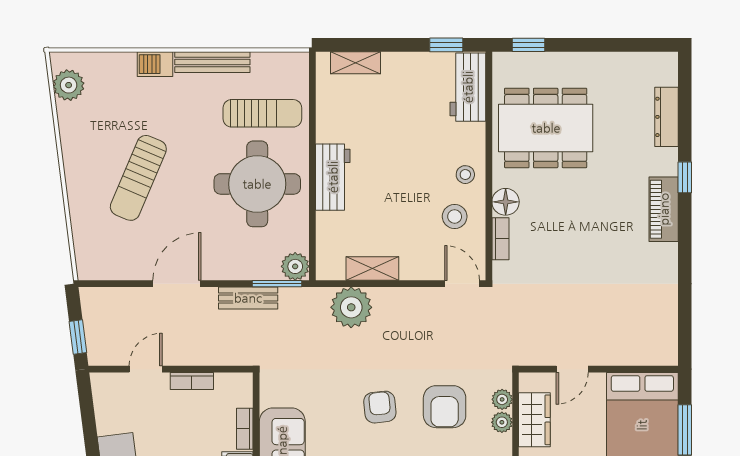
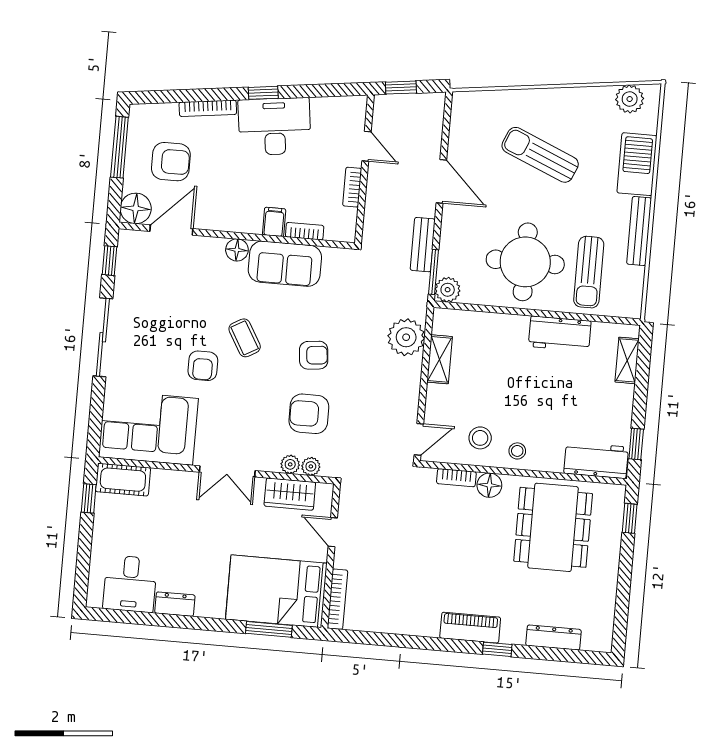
barbecue: (155, 64) -> (637, 164), width x1.88, depth x1.53
workbench: (333, 177) -> (560, 334), moved
bookcase: (645, 357) -> (337, 599), added

